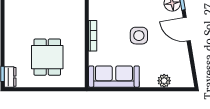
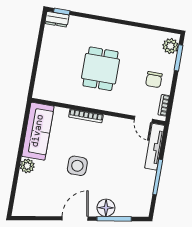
dining table: (47, 57) -> (100, 69), moved, turned 90
plant: (164, 81) -> (27, 166), moved

